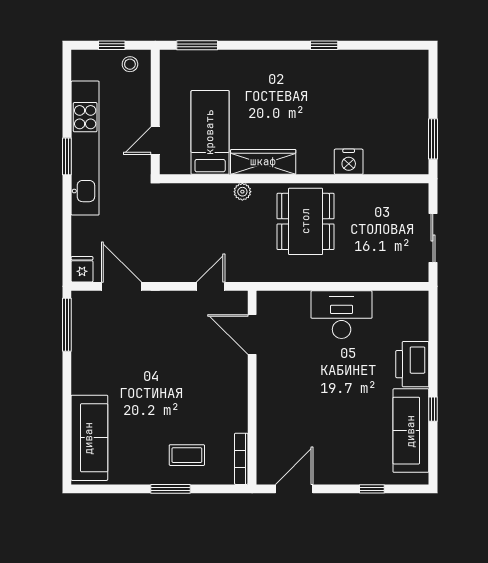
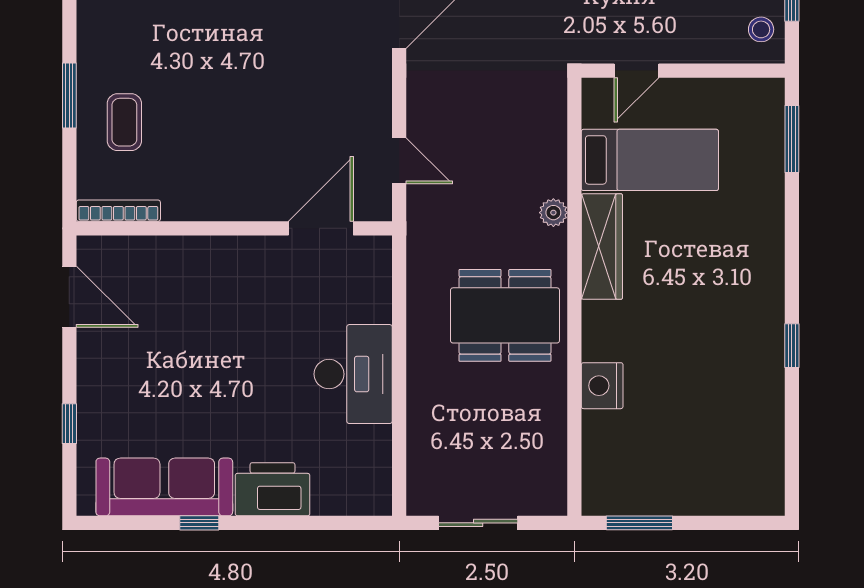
door: (155, 141) -> (636, 71), swing flipped

